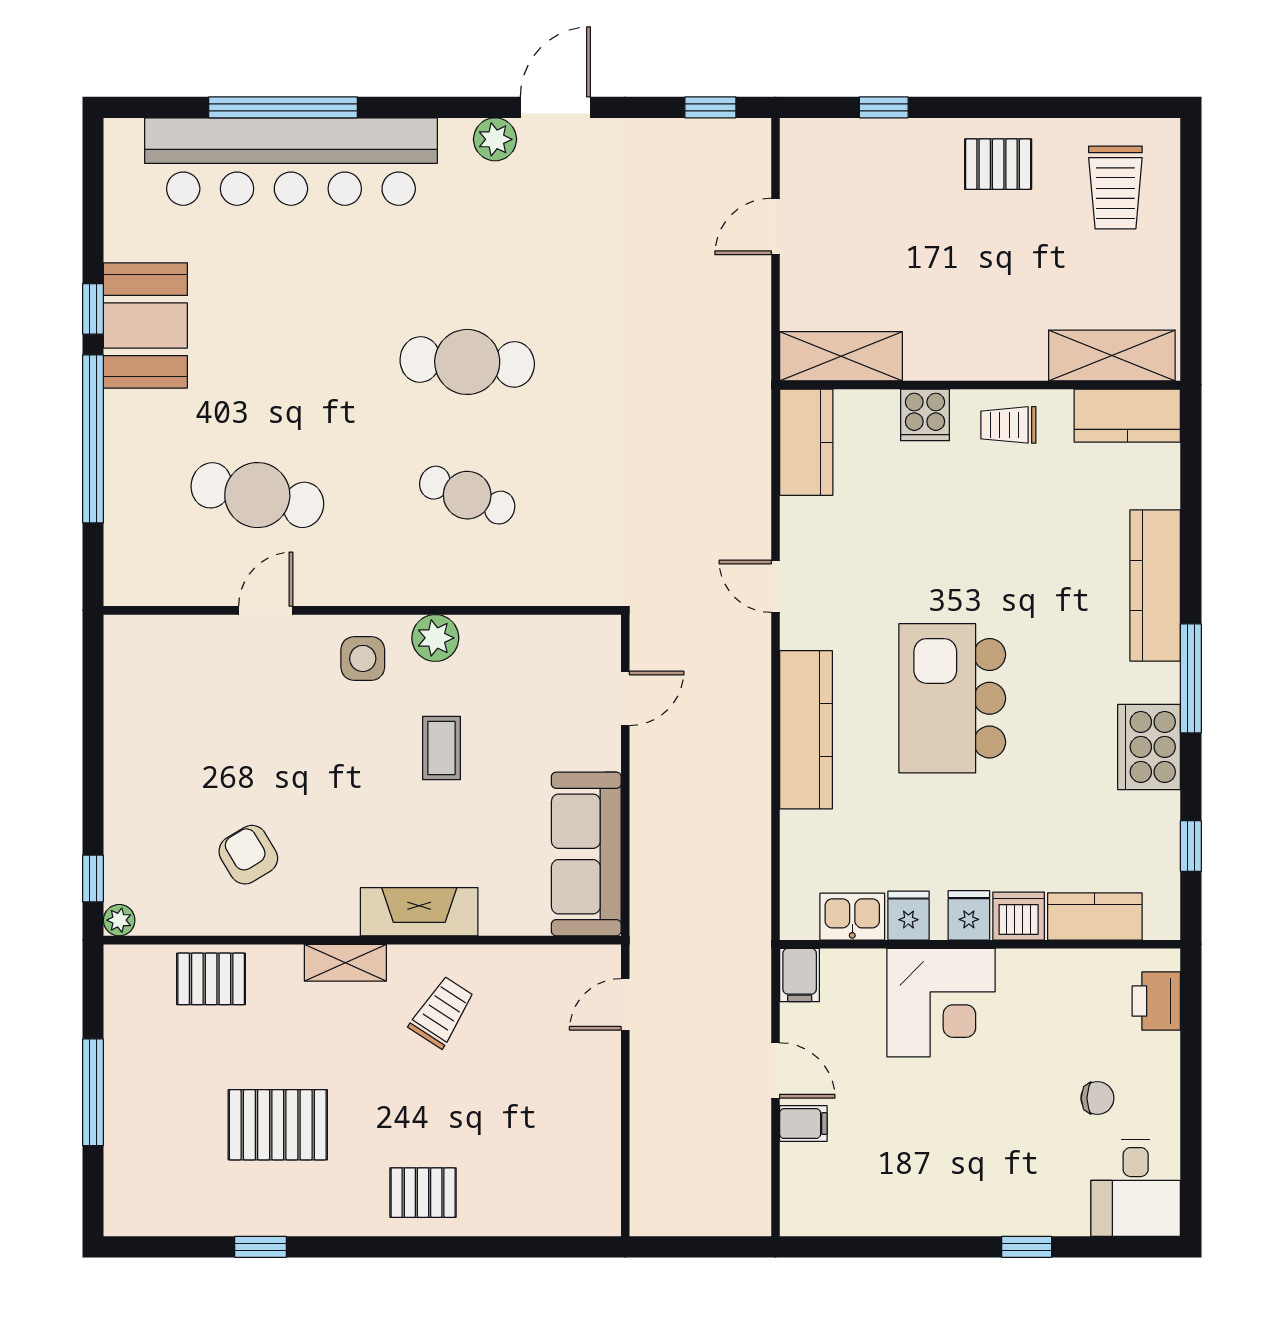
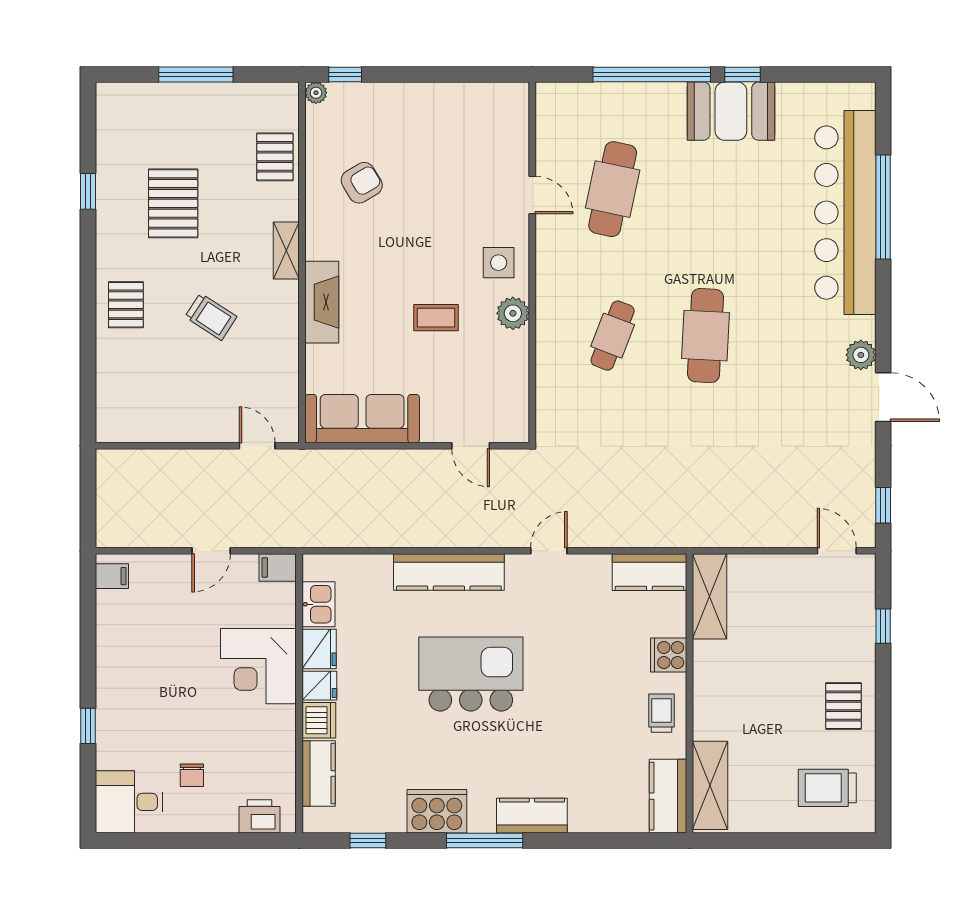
door: (776, 226) -> (837, 551), moved
kitchen counter: (1155, 585) -> (532, 816), width x0.67
fridge: (908, 916) -> (319, 649), width x1.38
trolley: (442, 1012) -> (211, 317), moved
filing cabinet: (803, 1124) -> (112, 576), moved, turned -90

